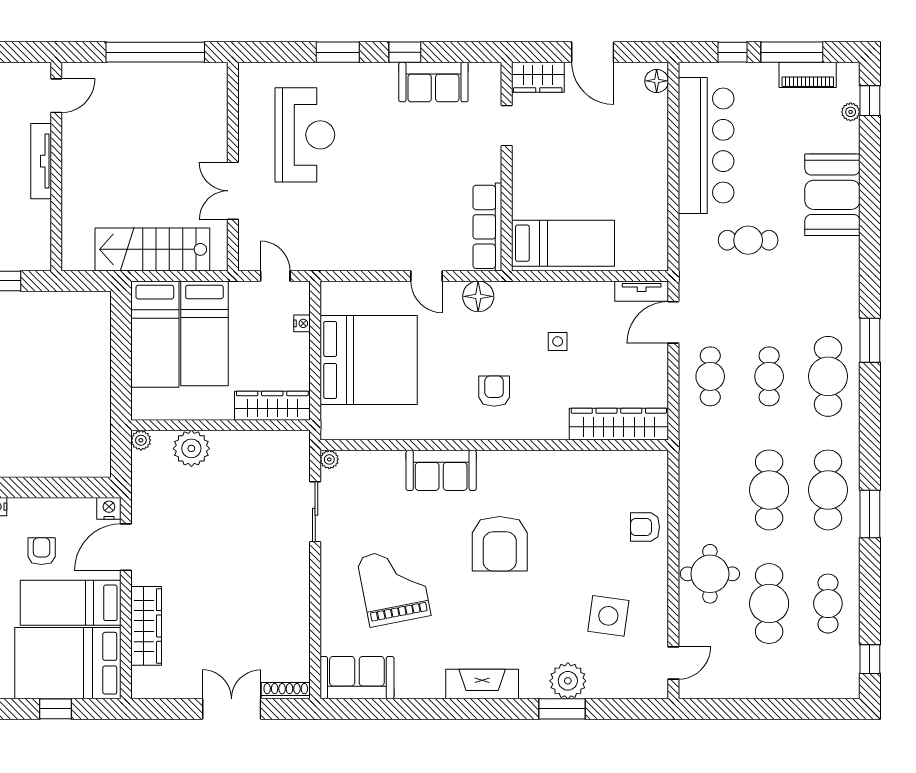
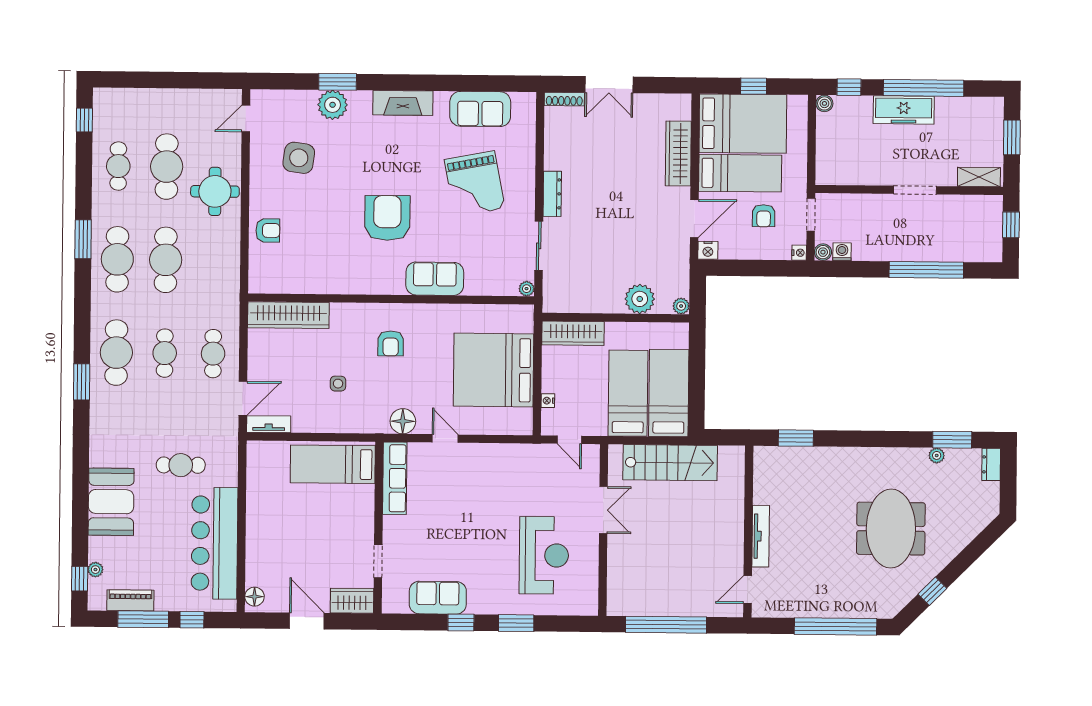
reception desk: (305, 135) -> (544, 555), turned 180
dresser: (299, 575) -> (552, 194), added
sofa: (357, 678) -> (480, 109), moved

